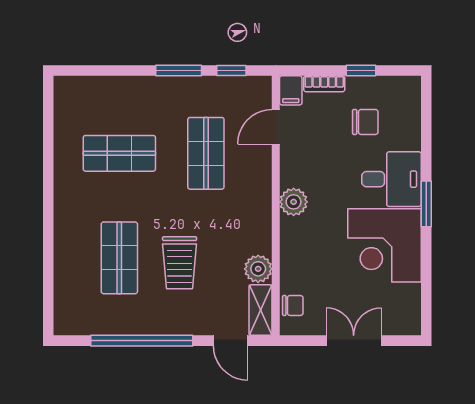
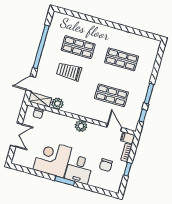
shop shelf: (119, 153) -> (122, 59), turned 90

